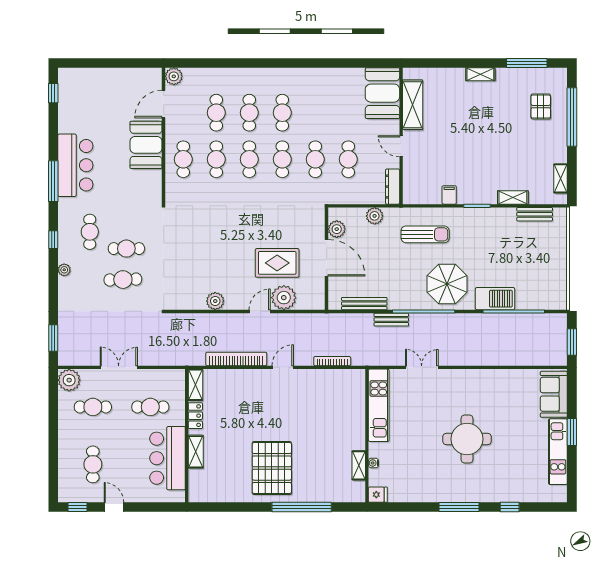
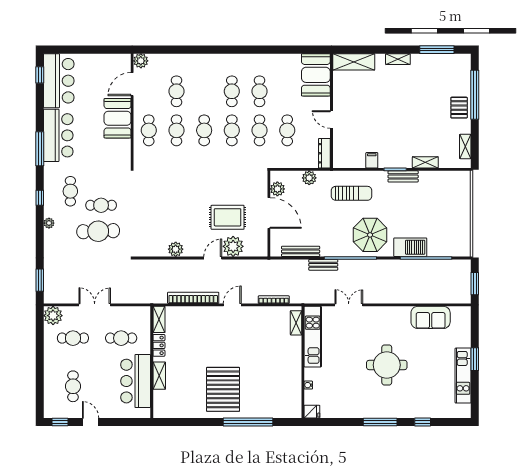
bar counter: (76, 100) -> (59, 81), added
shelving: (413, 105) -> (354, 62), moved, turned 90
pallet: (541, 107) -> (459, 108), moved
cafe table: (249, 113) -> (260, 91), moved
bench: (535, 214) -> (403, 176), moved
cafe table: (123, 280) -> (98, 231), width x1.37, depth x1.35
sofa: (554, 394) -> (431, 317), moved, turned -90
shelving: (359, 465) -> (296, 323), moved

